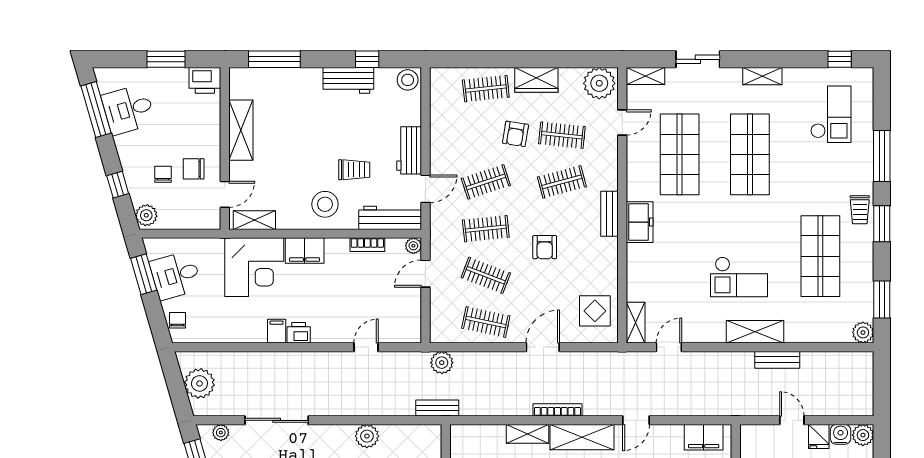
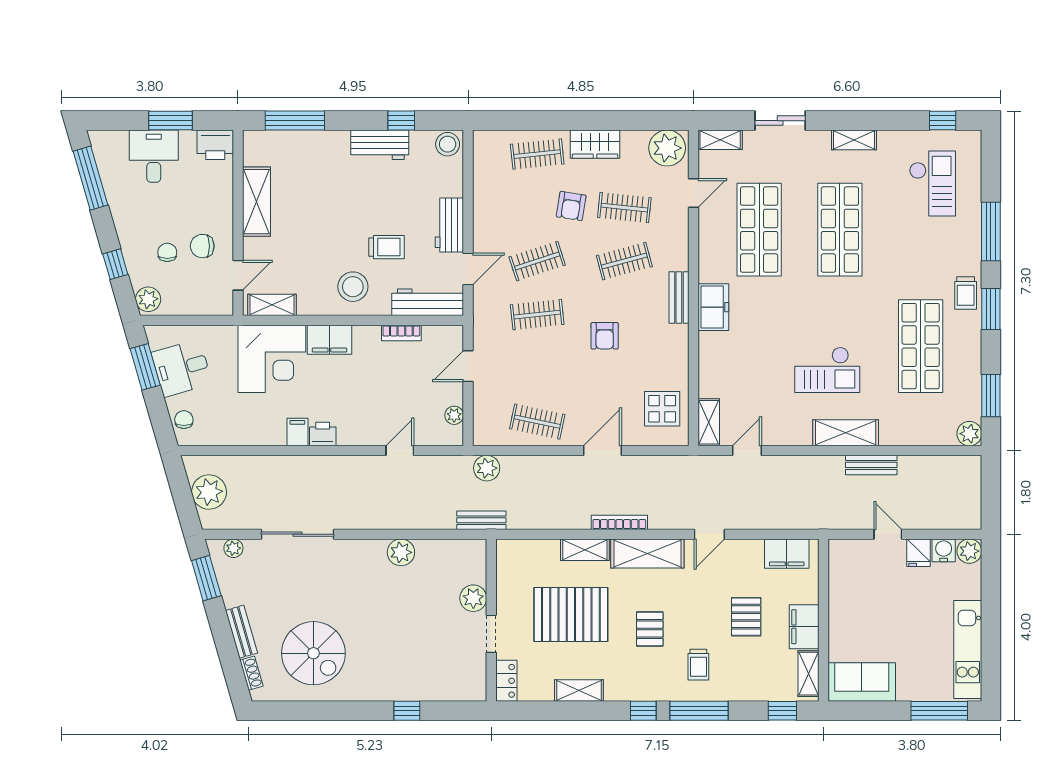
desk: (128, 110) -> (154, 156), moved, turned 106
plant: (413, 246) -> (454, 415), moved
clothes rail: (486, 275) -> (537, 368), removed

